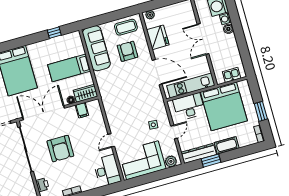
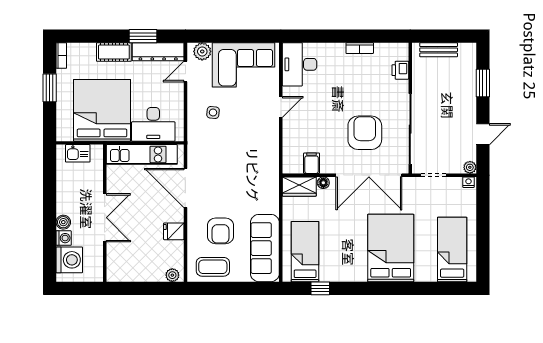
fridge: (158, 37) -> (174, 231), width x0.53, depth x0.75
bed: (69, 68) -> (305, 252), moved, turned -90
door: (174, 132) -> (185, 72), moved
armchair: (60, 149) -> (365, 133), moved

